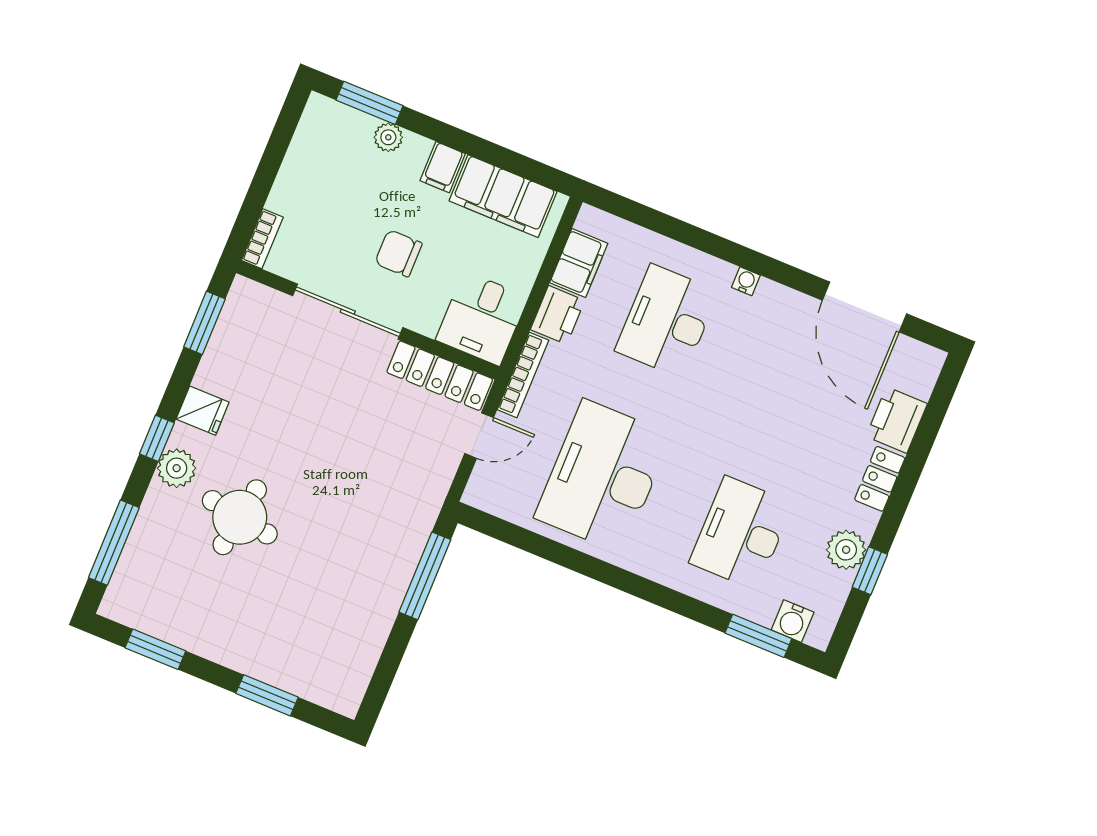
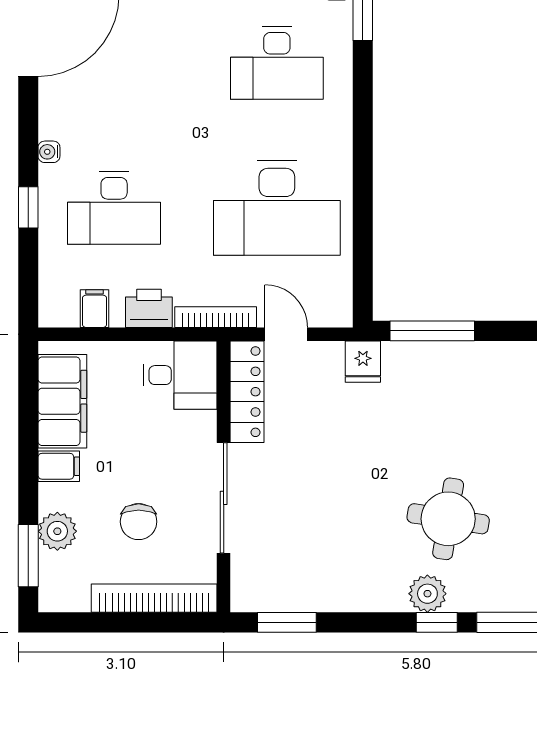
plant: (388, 137) -> (57, 531), width x1.38, depth x1.38
bookcase: (262, 239) -> (154, 598), width x2.31, depth x1.31
window: (701, 240) -> (28, 207), added
chair: (398, 253) -> (139, 522), moved
filing cabinet: (579, 263) -> (95, 309), width x0.50
fridge: (203, 411) -> (363, 362), moved, turned 180
window: (157, 438) -> (437, 622), moved

